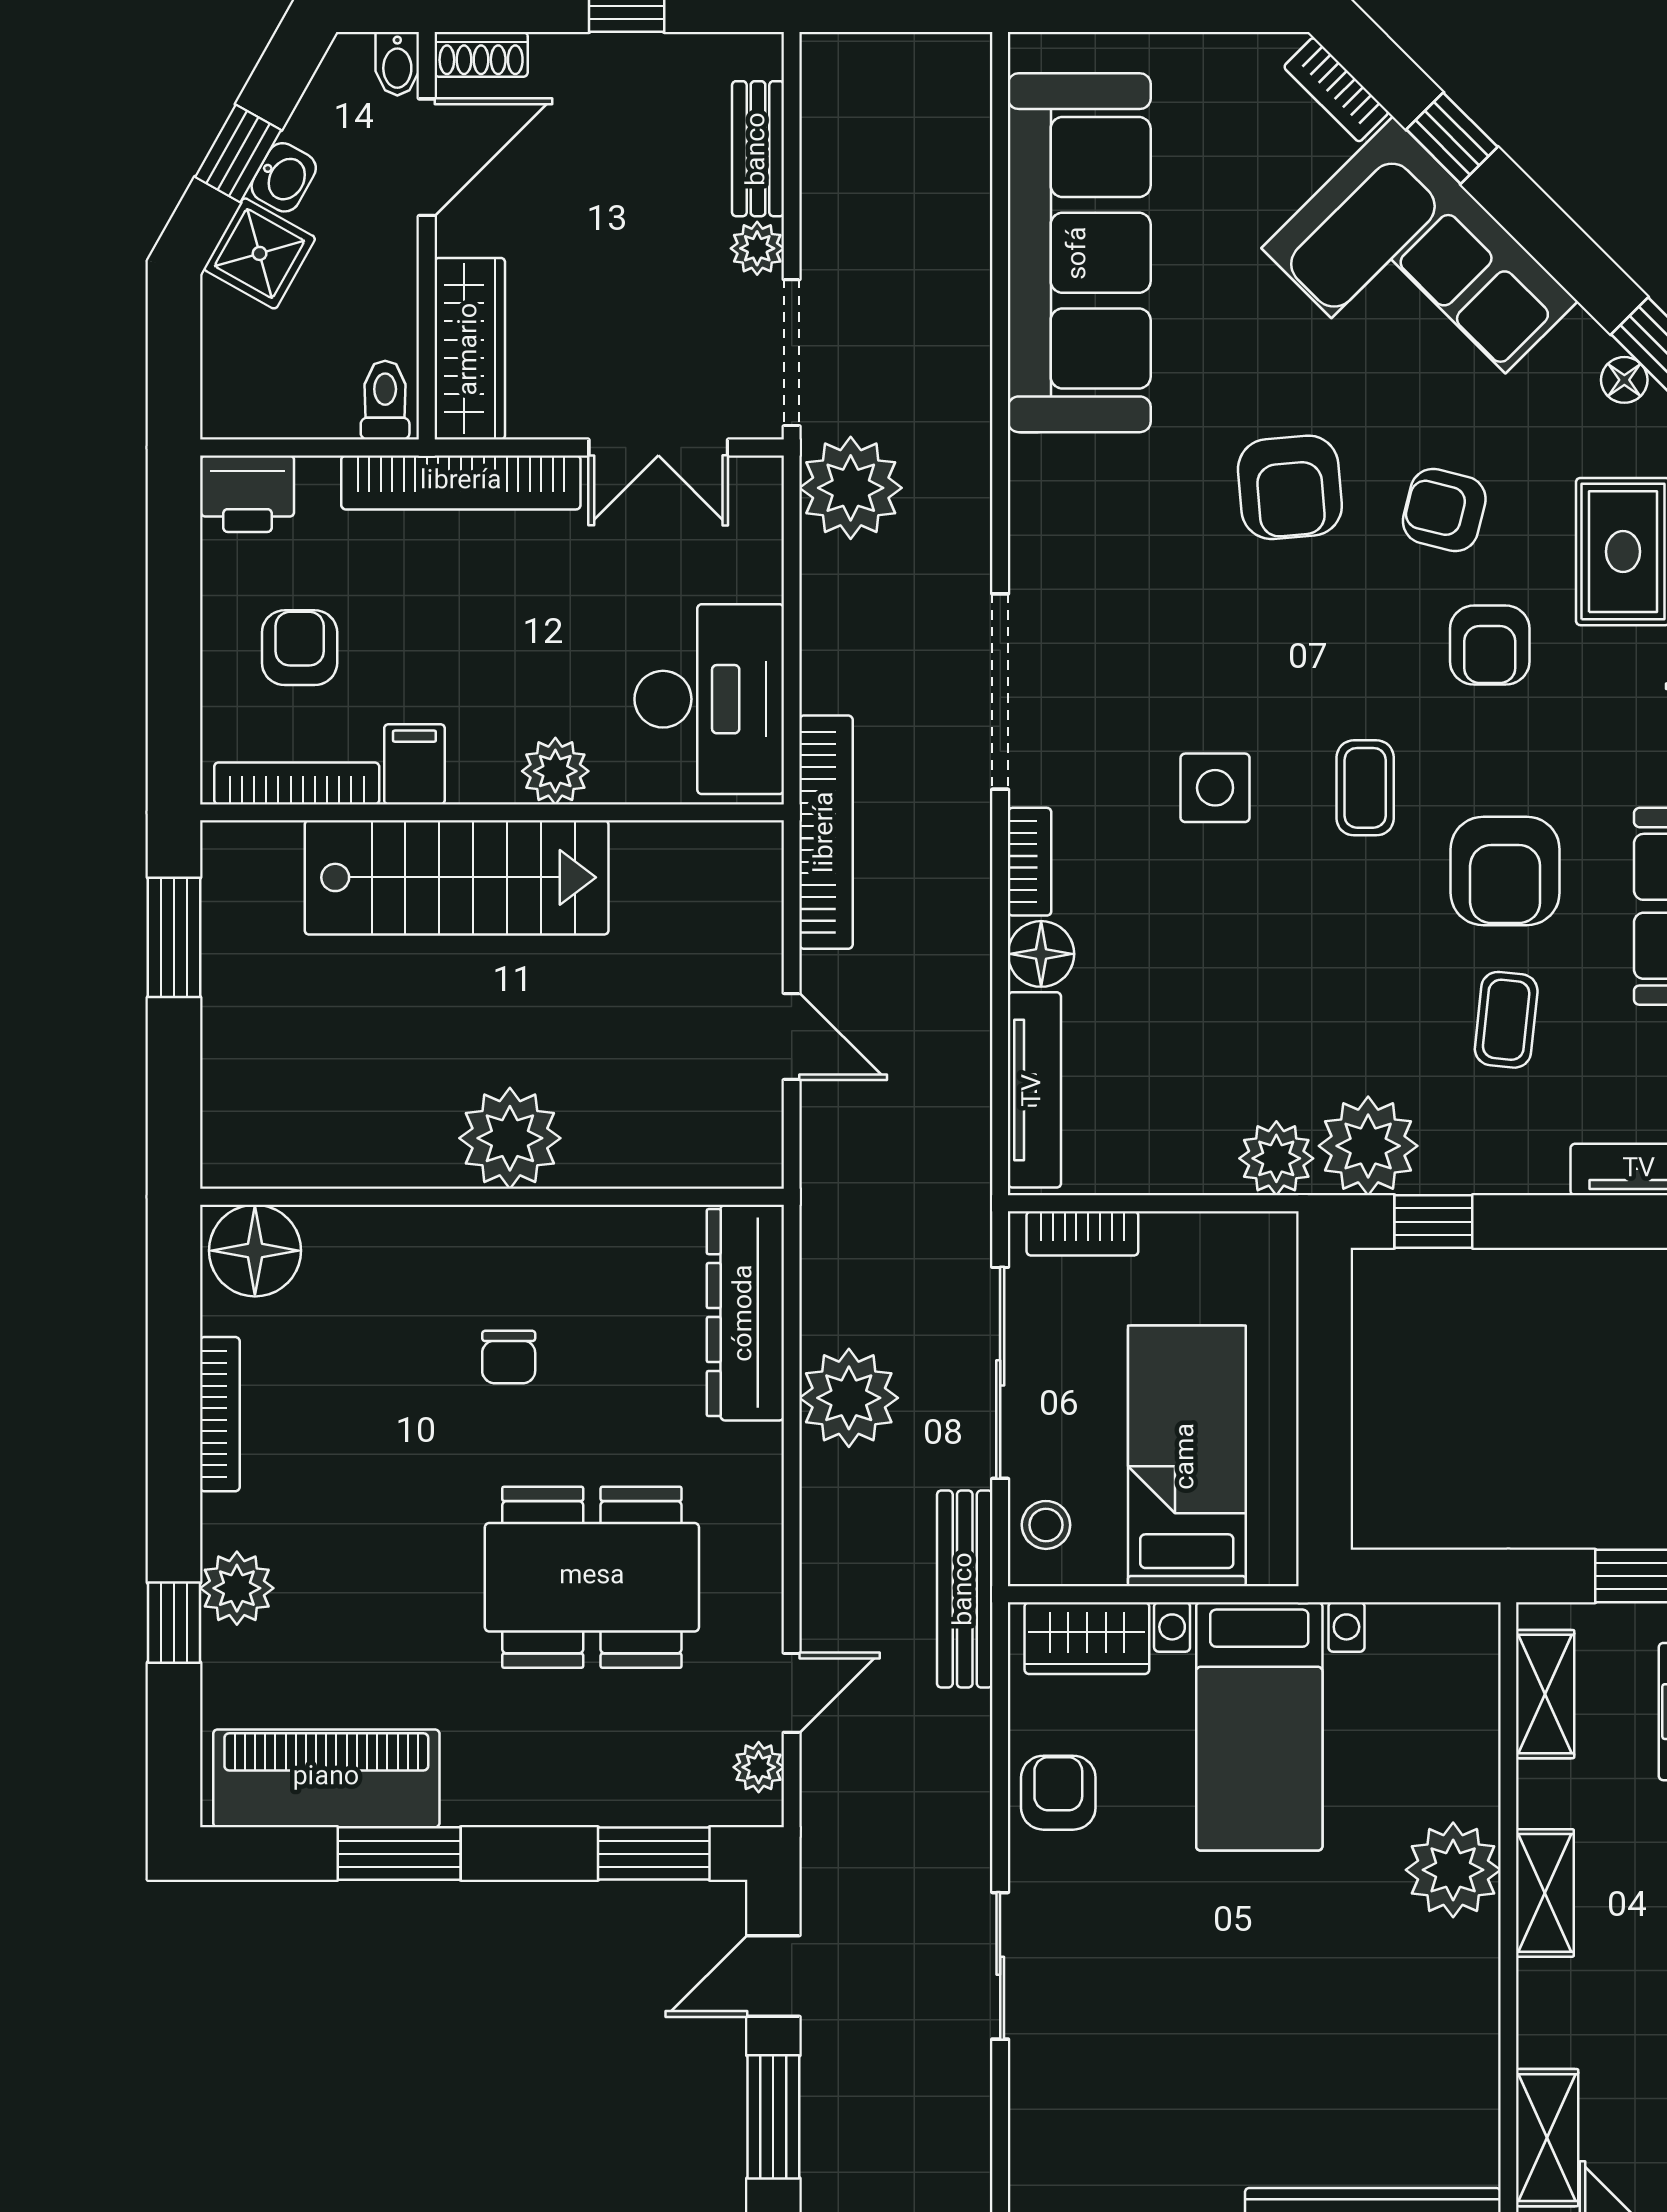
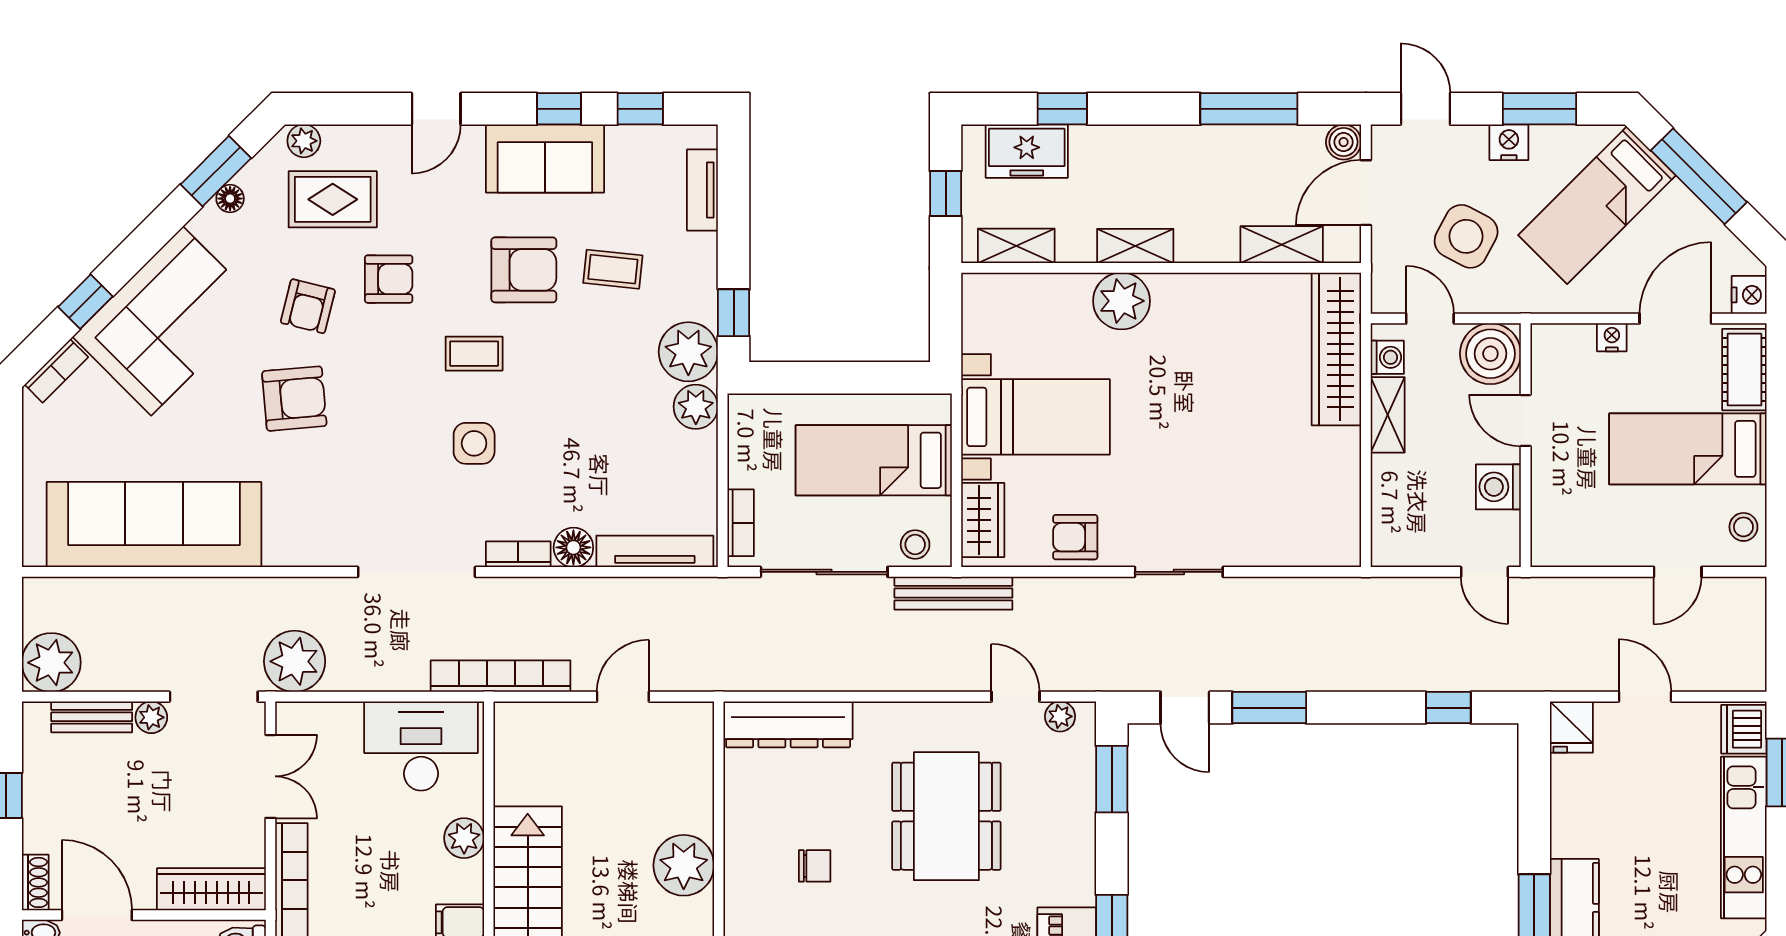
plant: (849, 1398) -> (51, 663), moved

